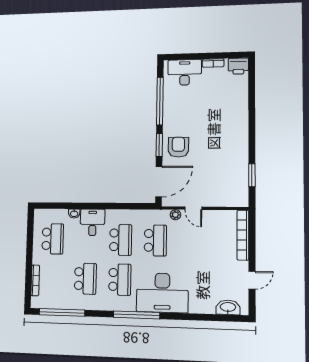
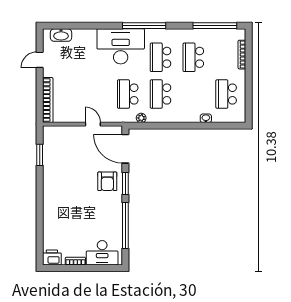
door: (159, 182) -> (125, 149), hinge flipped
plant: (175, 215) -> (141, 118), moved
desk: (92, 222) -> (188, 110), removed

